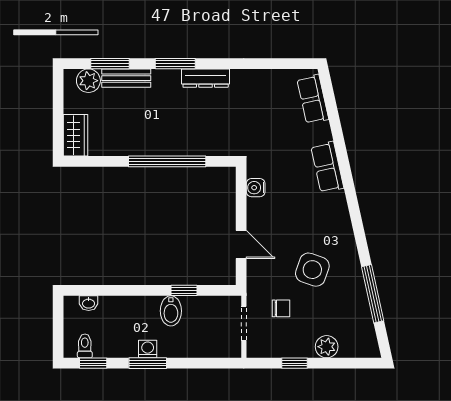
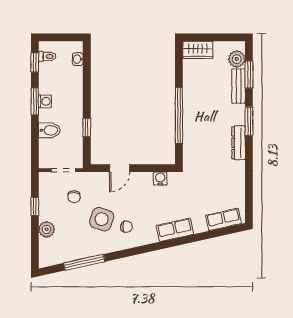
chair: (323, 235) -> (126, 227), added
bidet: (171, 311) -> (49, 130), moved, turned 180

